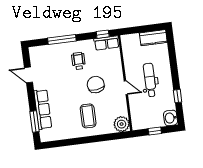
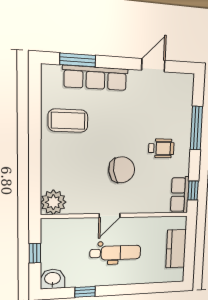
kitchen counter: (153, 38) -> (176, 249), moved
coffee table: (88, 116) -> (68, 121), moved

